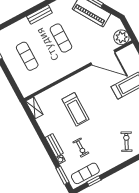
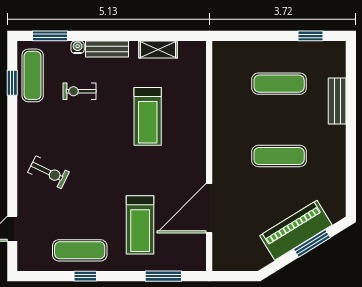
bench: (39, 15) -> (337, 101), moved
plant: (121, 37) -> (226, 257), removed
shelving: (34, 108) -> (158, 49), moved
treadmill: (75, 109) -> (148, 116), turned -90

